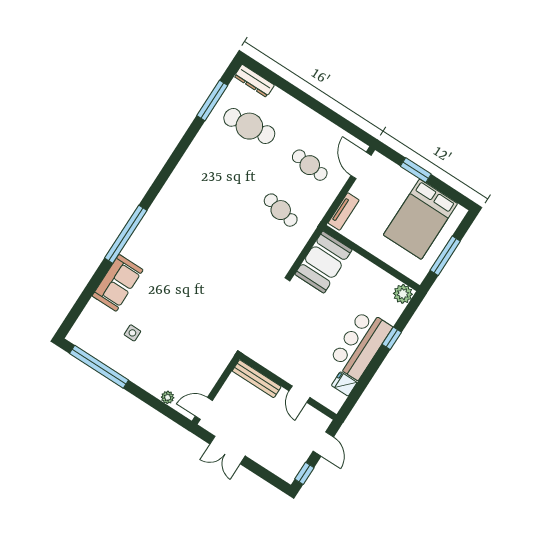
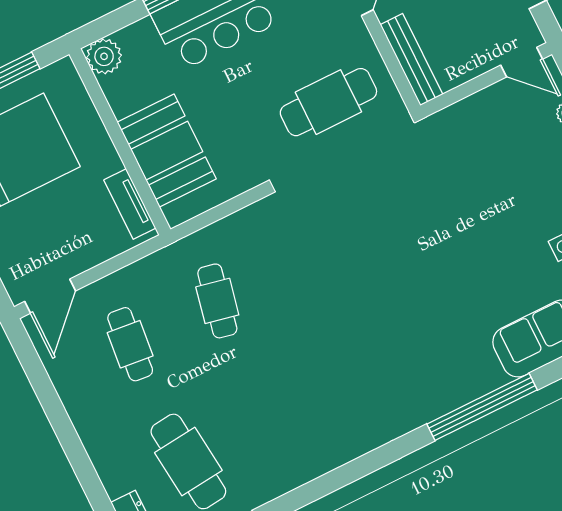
tv unit: (344, 211) -> (130, 204), moved, turned -90
booth: (323, 262) -> (167, 151), moved, turned 90
cafe table: (284, 335) -> (328, 102), added

